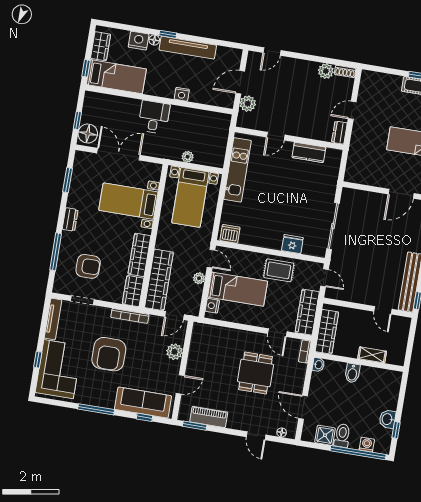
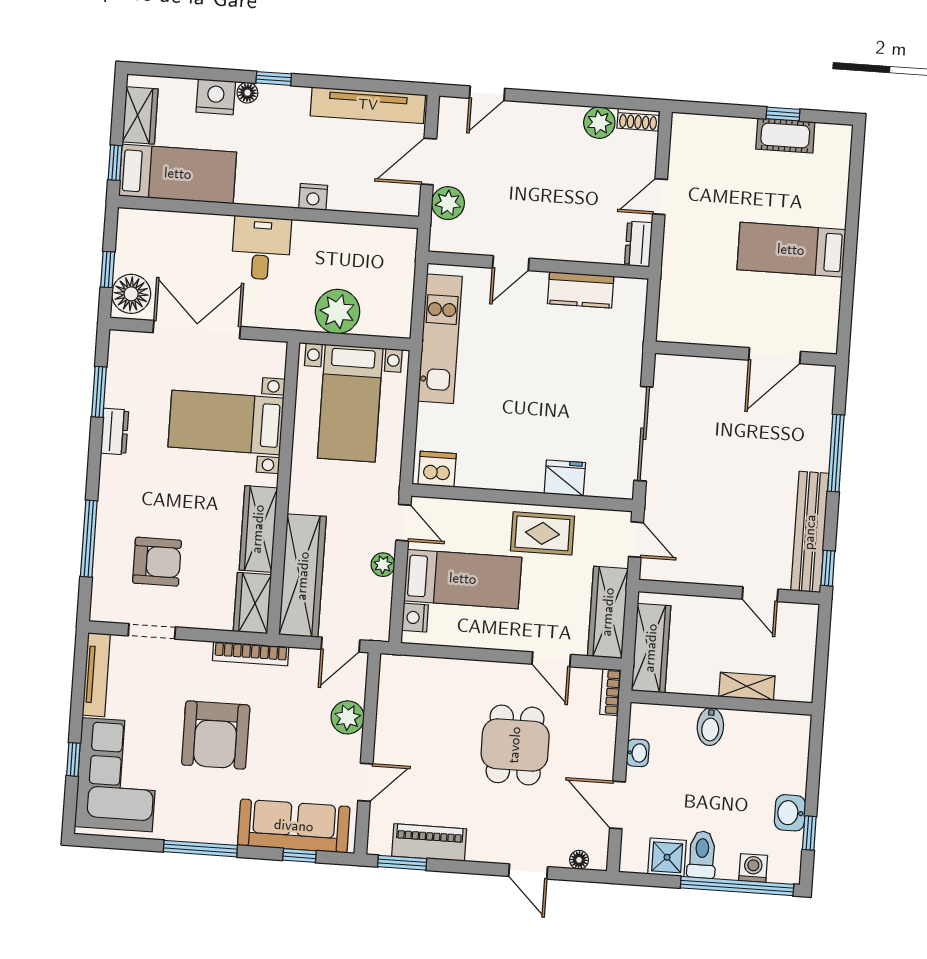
tv unit: (188, 48) -> (368, 105), moved
plant: (188, 157) -> (338, 311), width x1.87, depth x1.87
dresser: (70, 219) -> (115, 432), moved
washbasin: (318, 365) -> (638, 753), moved

